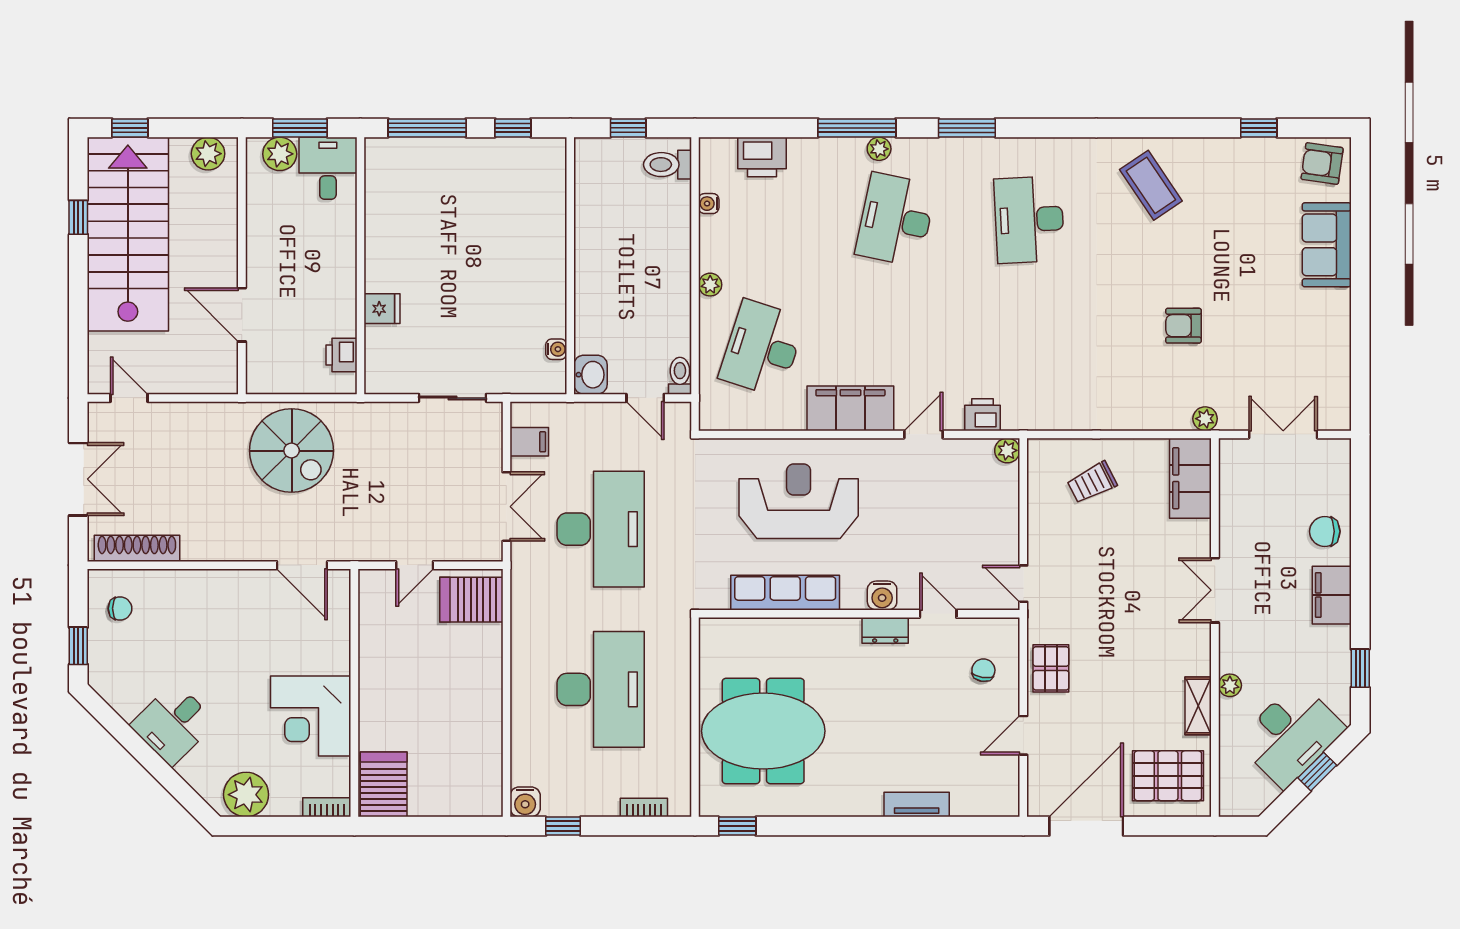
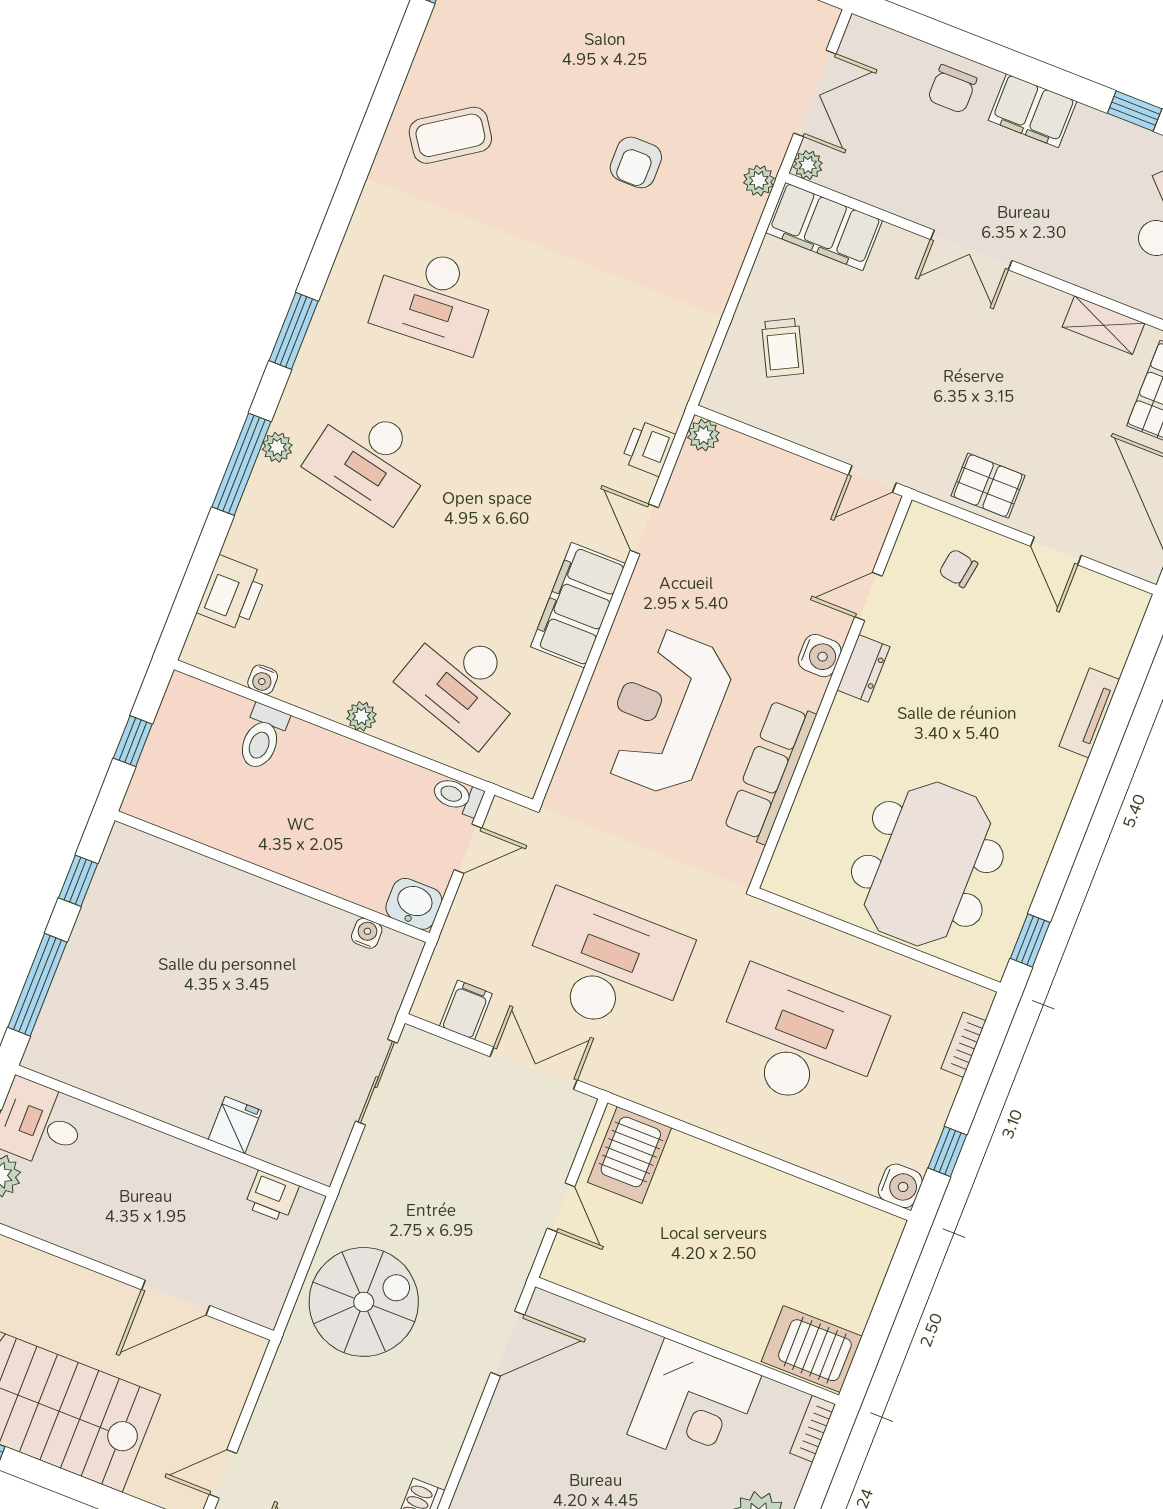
toilet: (667, 165) -> (262, 737), moved
double door: (1283, 434) -> (815, 93), swing flipped
plant: (1230, 685) -> (808, 165), moved

